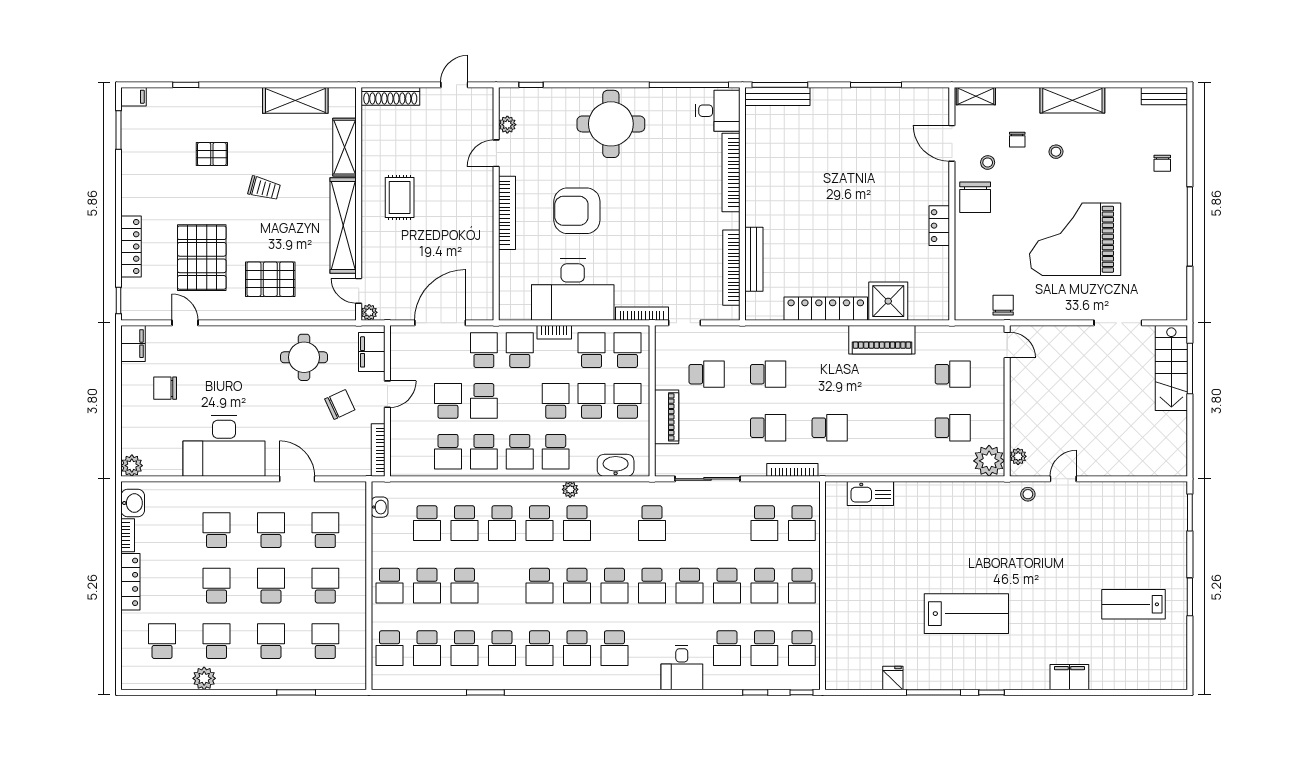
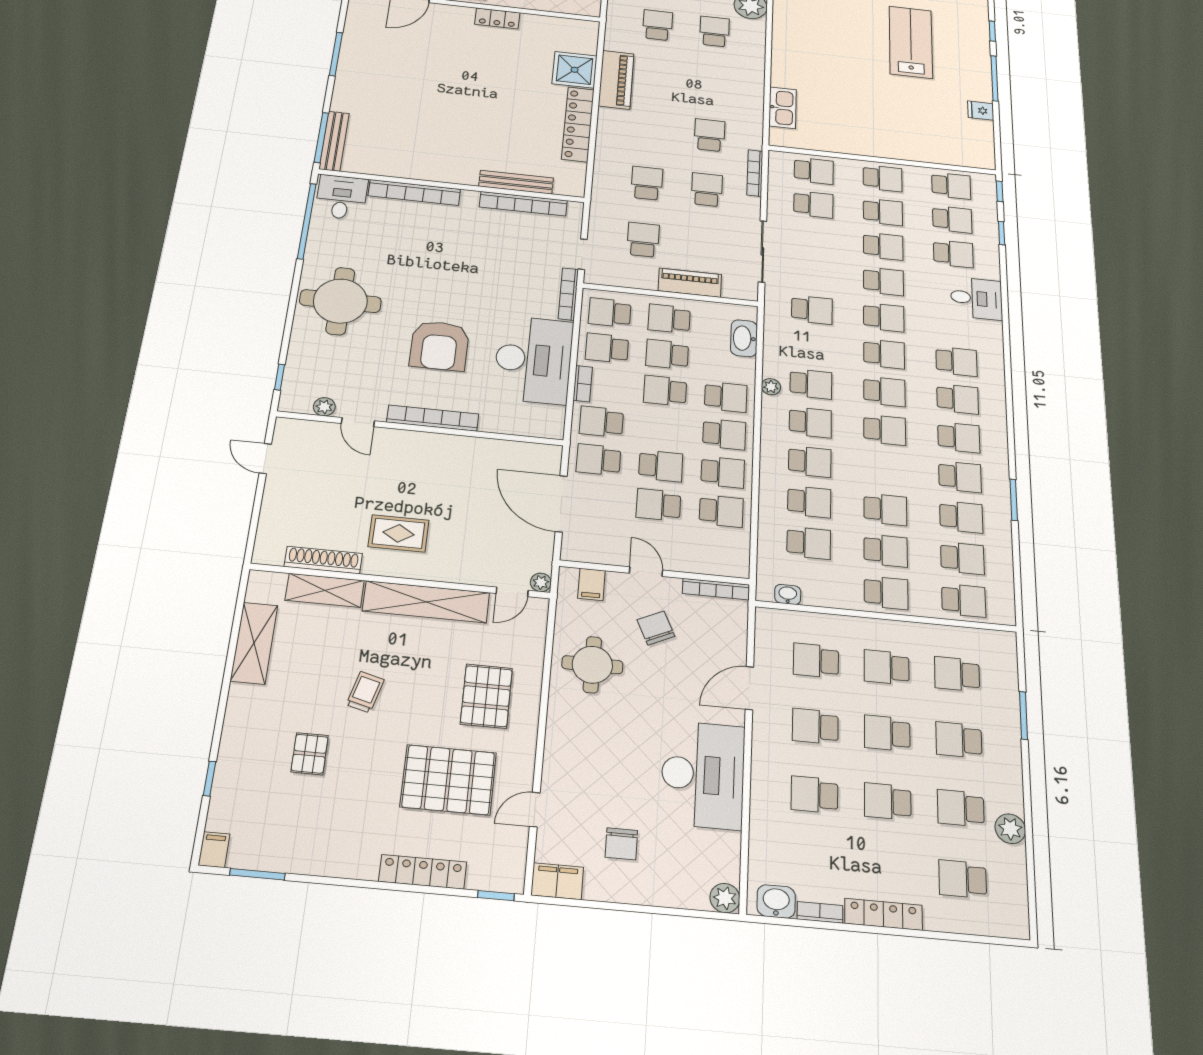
shoe rack: (390, 96) -> (323, 560), moved, turned -90
filing cabinet: (372, 352) -> (591, 584), width x0.50

